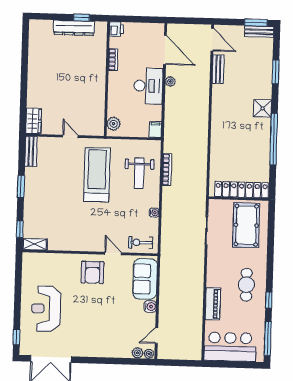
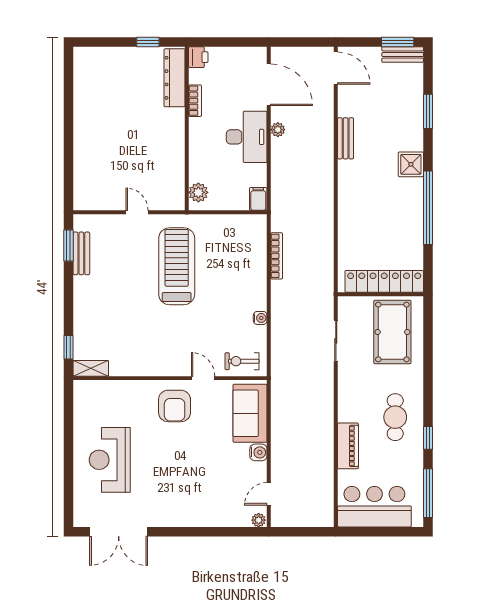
dresser: (74, 28) -> (175, 78), moved, turned 90
bench: (218, 69) -> (346, 138), moved
wardrobe: (34, 121) -> (84, 192), removed
bench: (31, 151) -> (81, 253), moved
weight bench: (139, 173) -> (237, 263), removed
window: (21, 186) -> (69, 245), moved
window: (16, 337) -> (69, 502), removed
plant: (137, 353) -> (242, 519), removed

